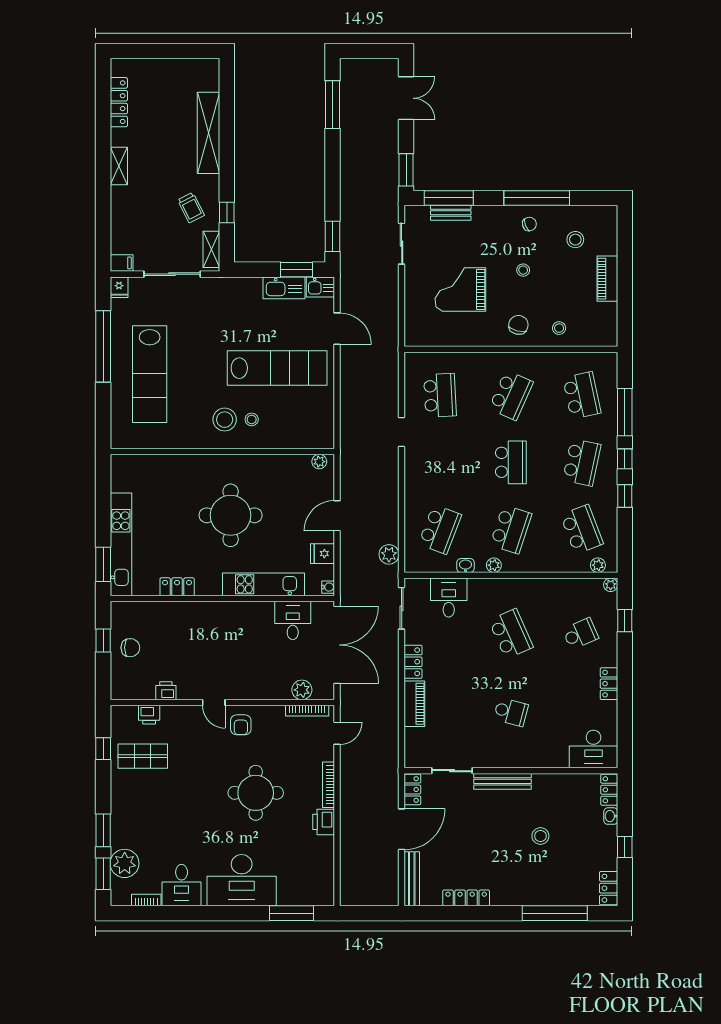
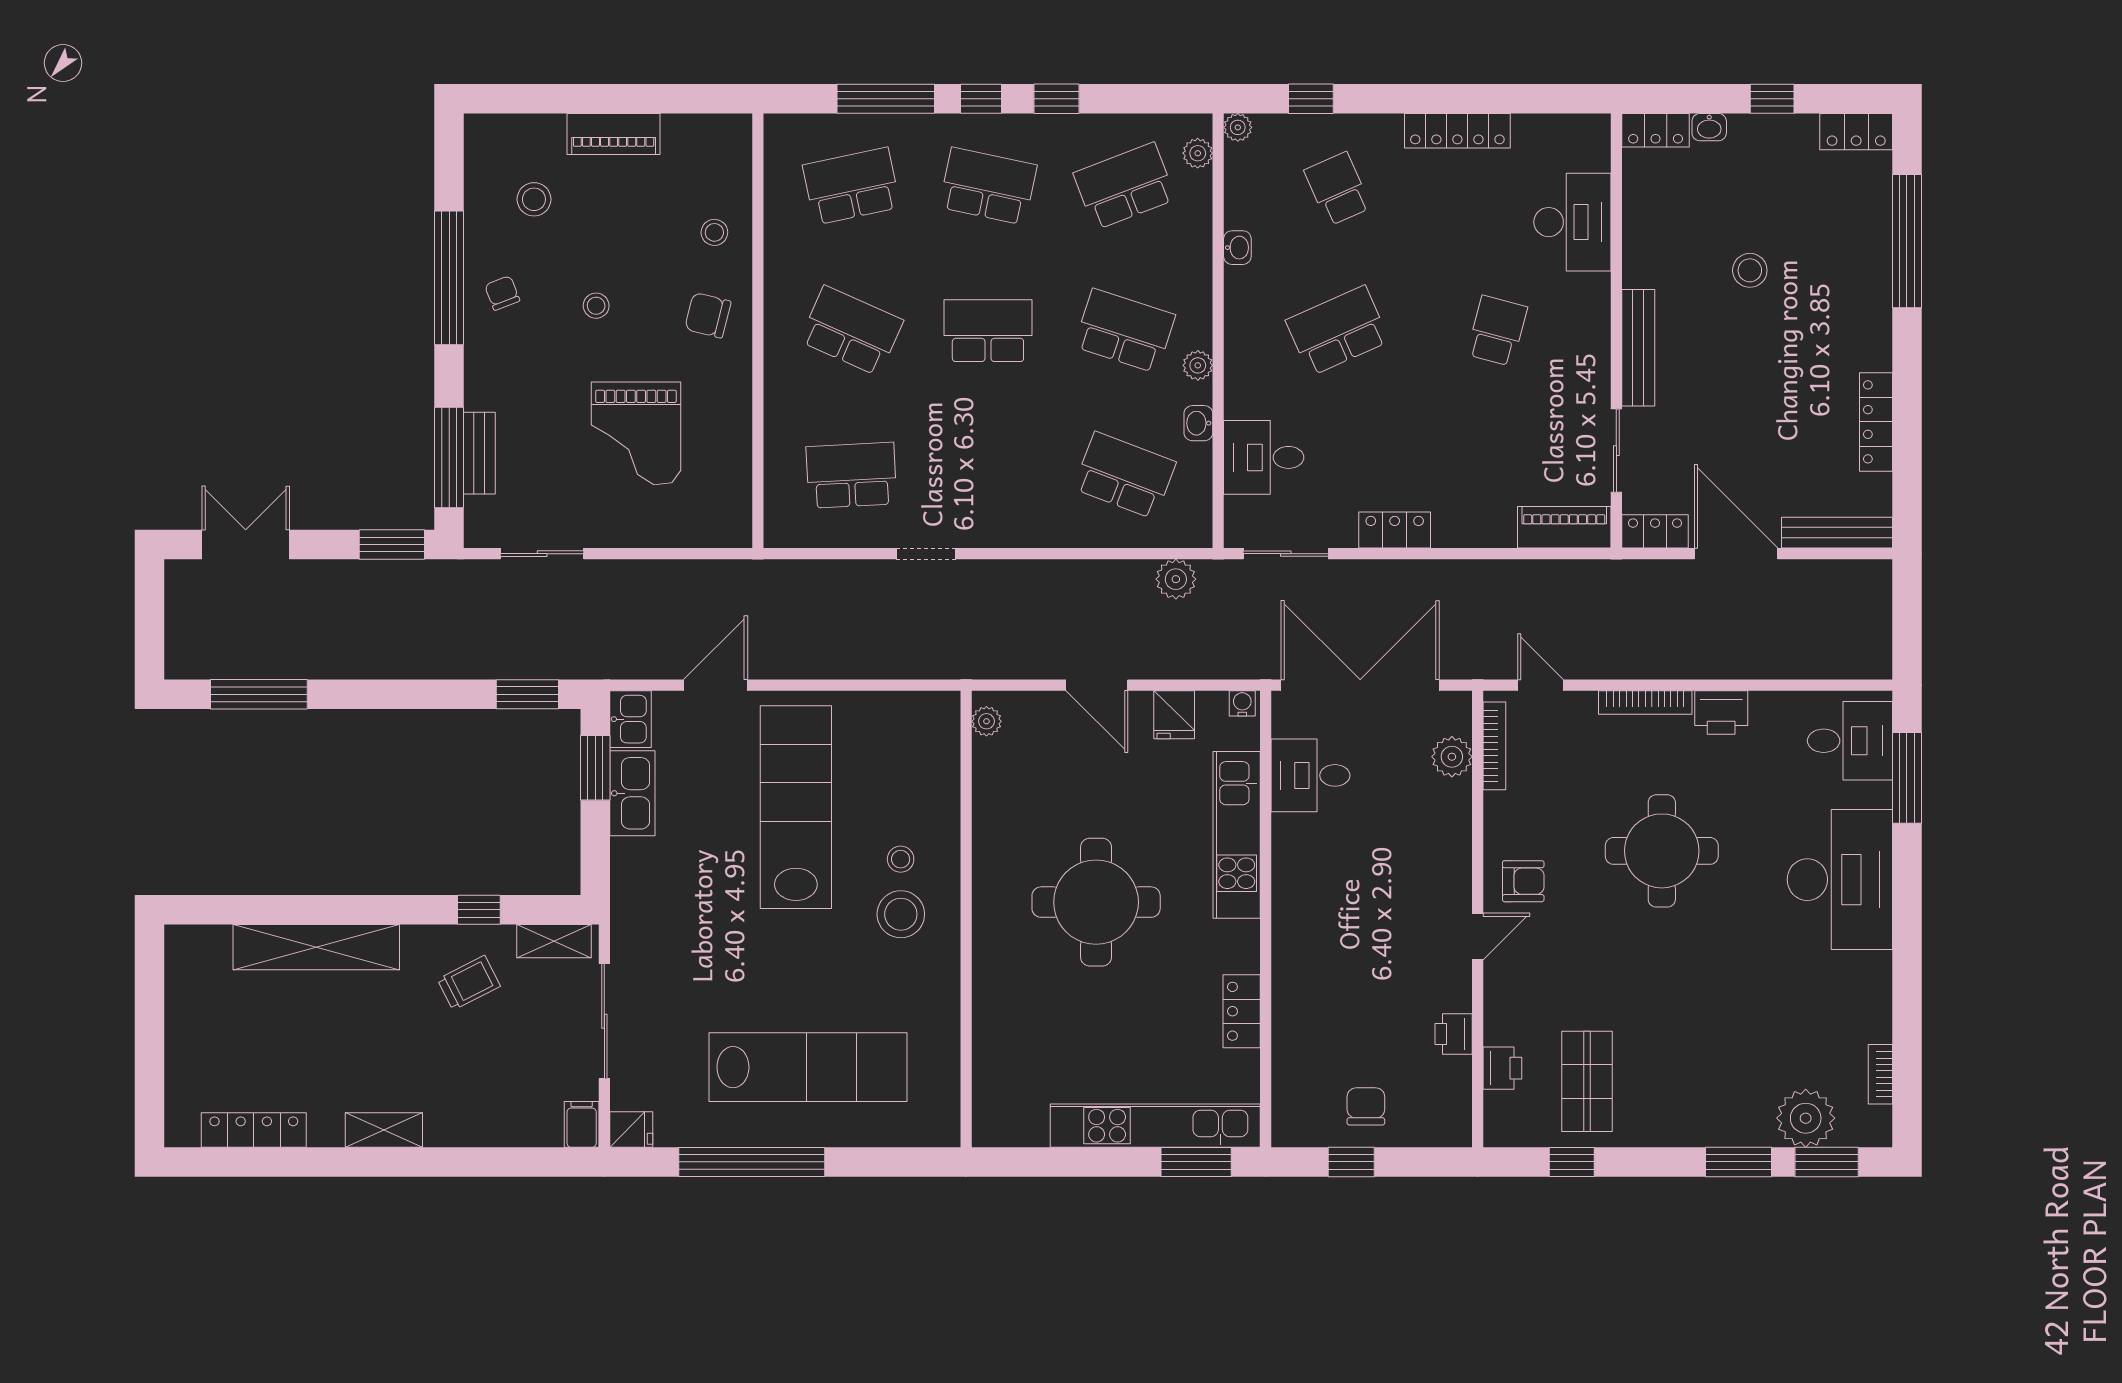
washbasin: (552, 585) -> (1237, 248), added
locker: (609, 684) -> (1457, 131), width x1.53
piano: (414, 704) -> (1564, 527), moved
desk: (593, 749) -> (1572, 222), moved
desk: (182, 885) -> (1850, 741), moved

